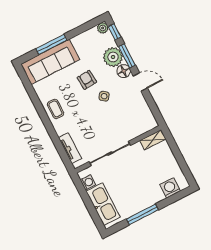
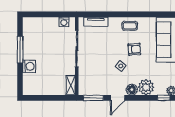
window: (127, 56) -> (93, 98), moved
armchair: (87, 80) -> (134, 49), moved
washing machine: (170, 188) -> (29, 66), moved
kitchen sink: (103, 204) -> (42, 25), removed

